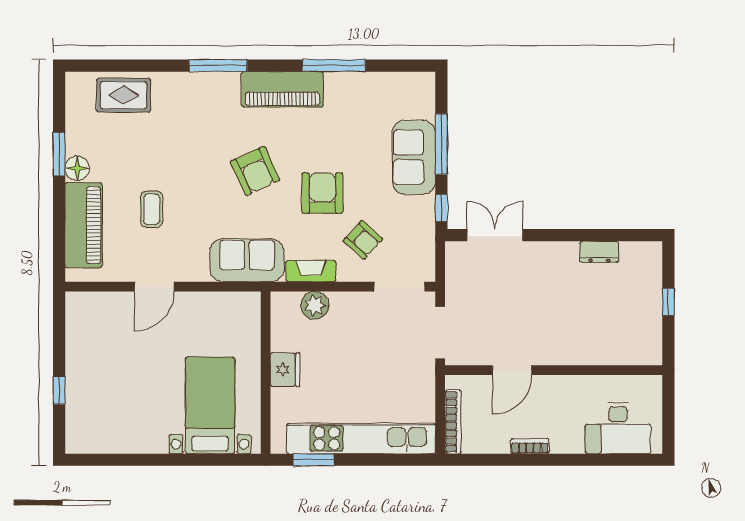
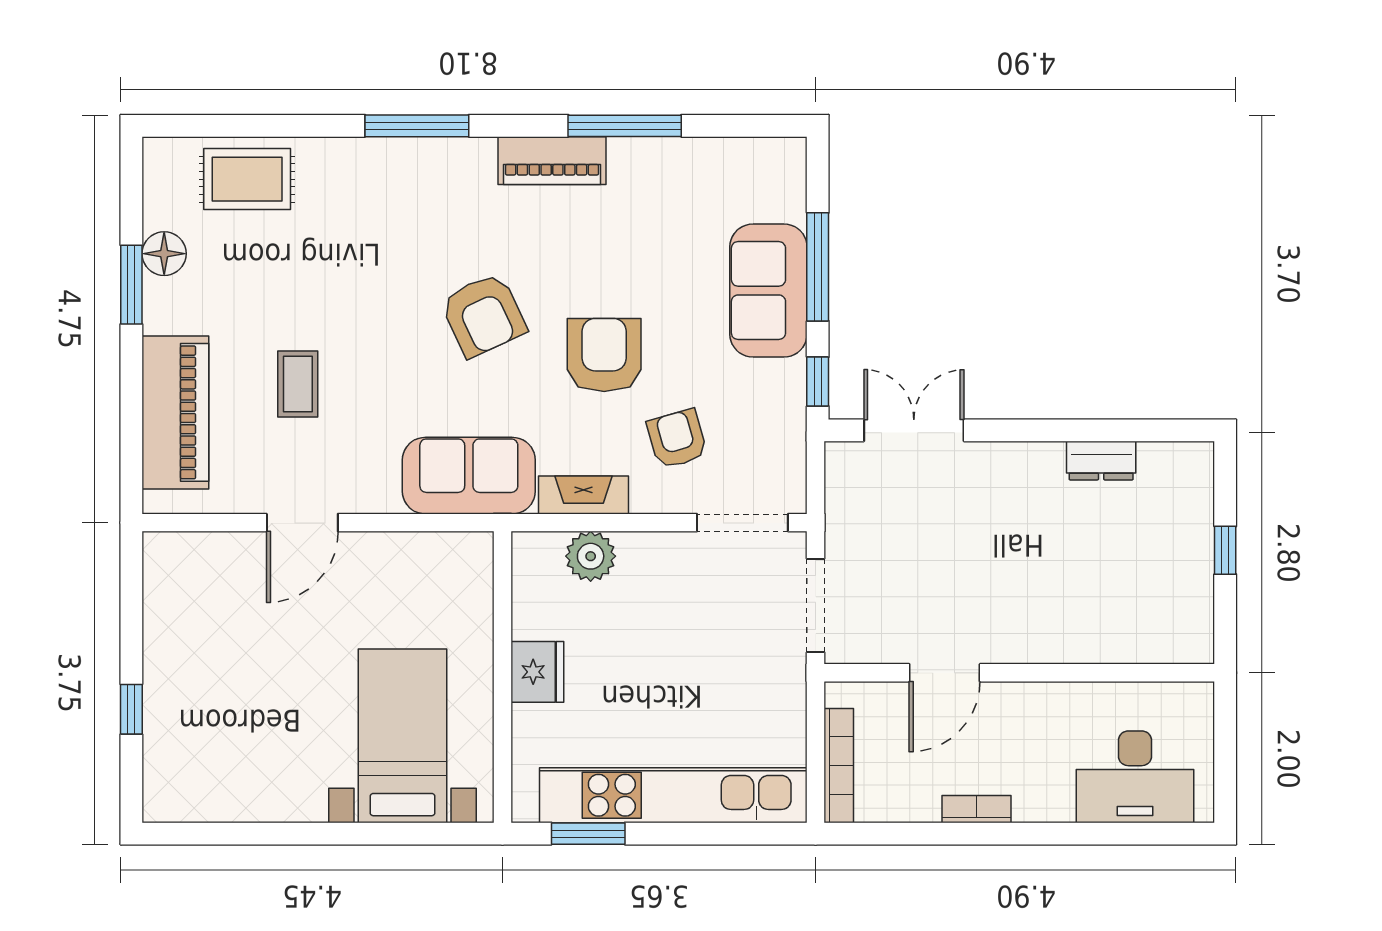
piano: (282, 89) -> (552, 161), width x0.73, depth x0.75
floor lamp: (77, 168) -> (164, 254), moved
armchair: (363, 240) -> (677, 439), turned -148

